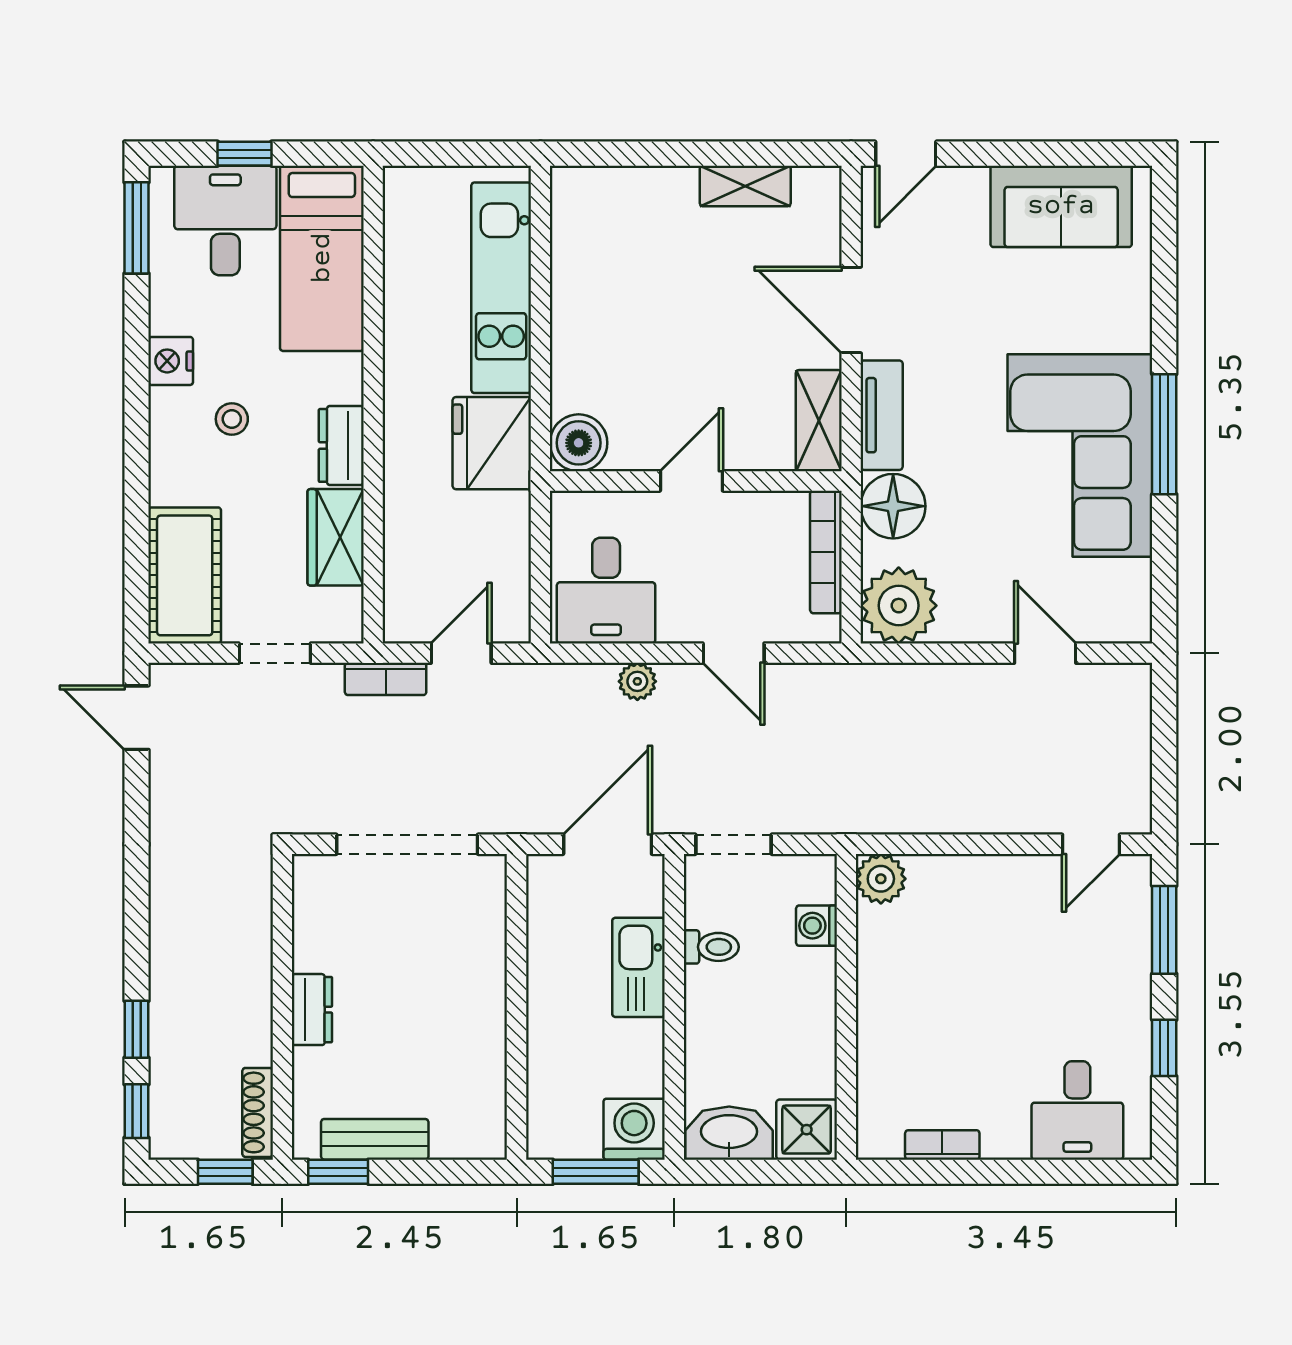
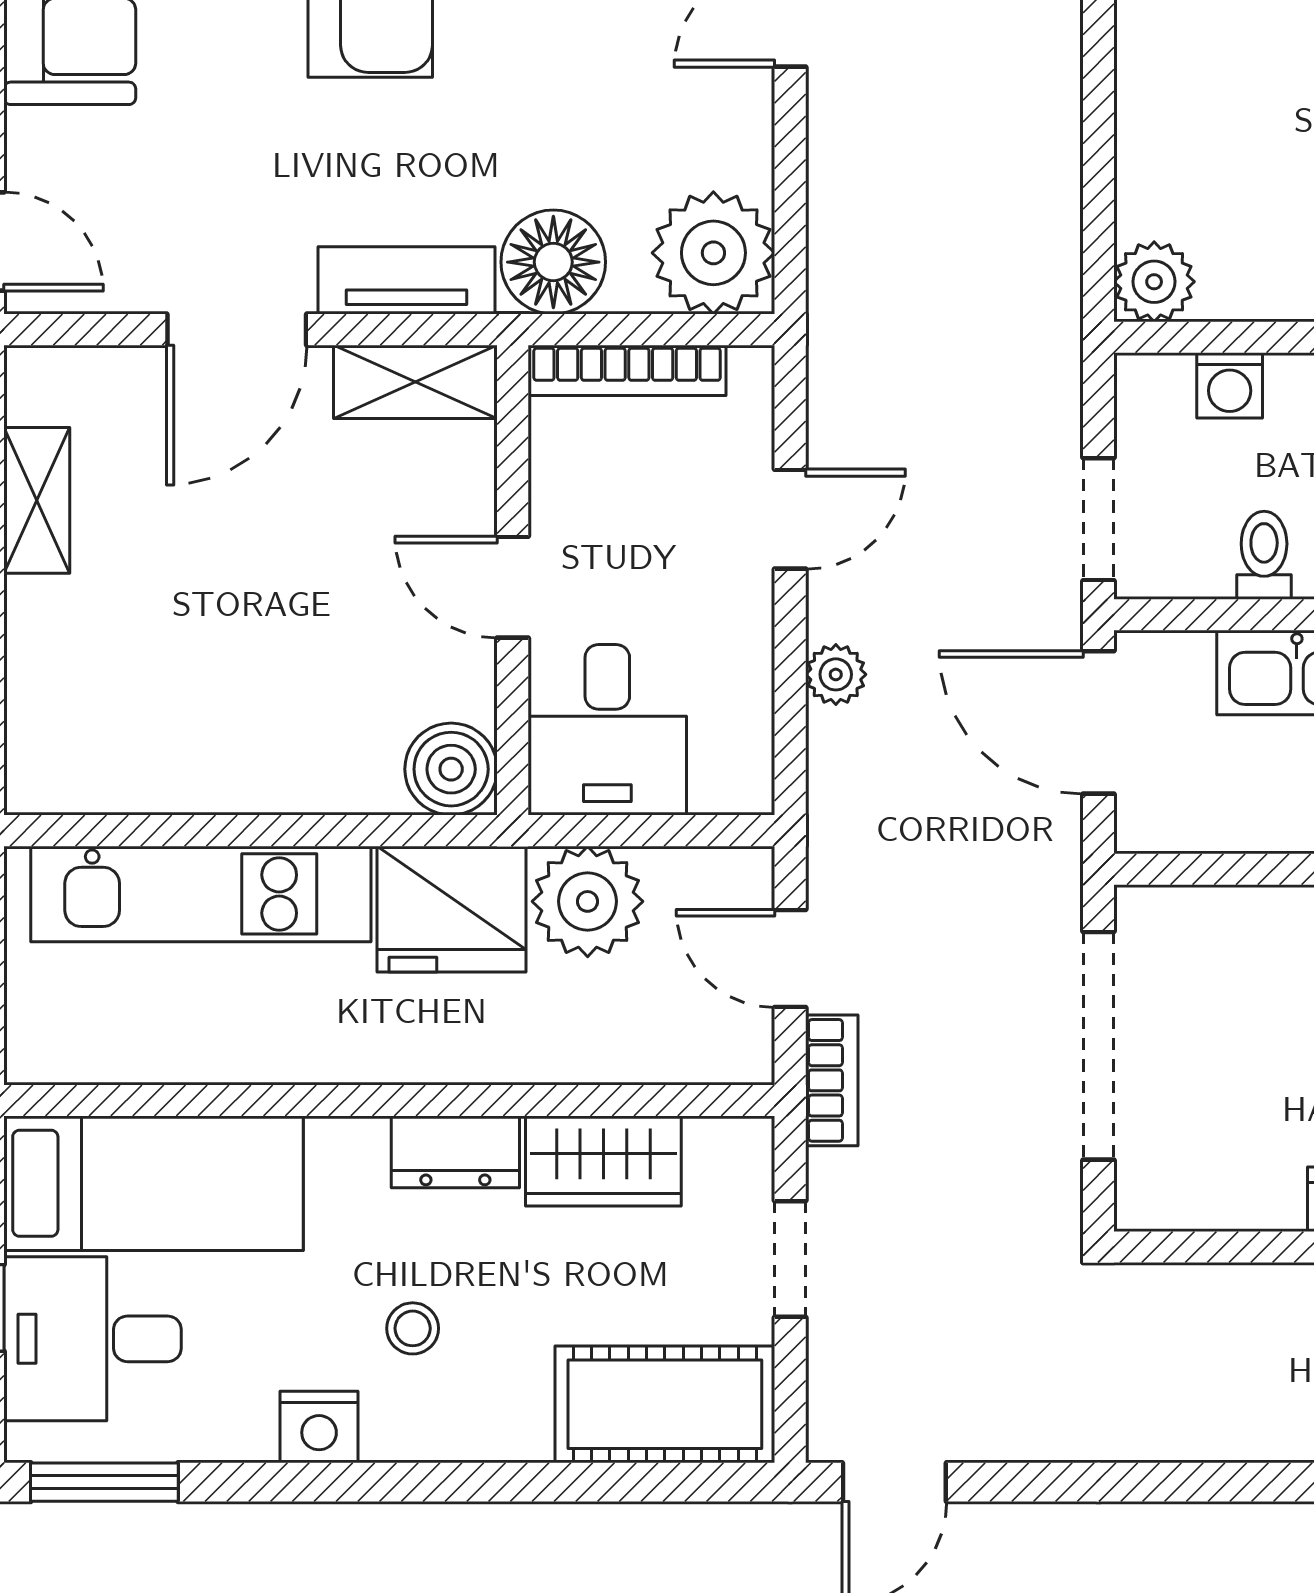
plant: (497, 527) -> (588, 901), added
desk: (606, 591) -> (607, 730), moved, turned 90

